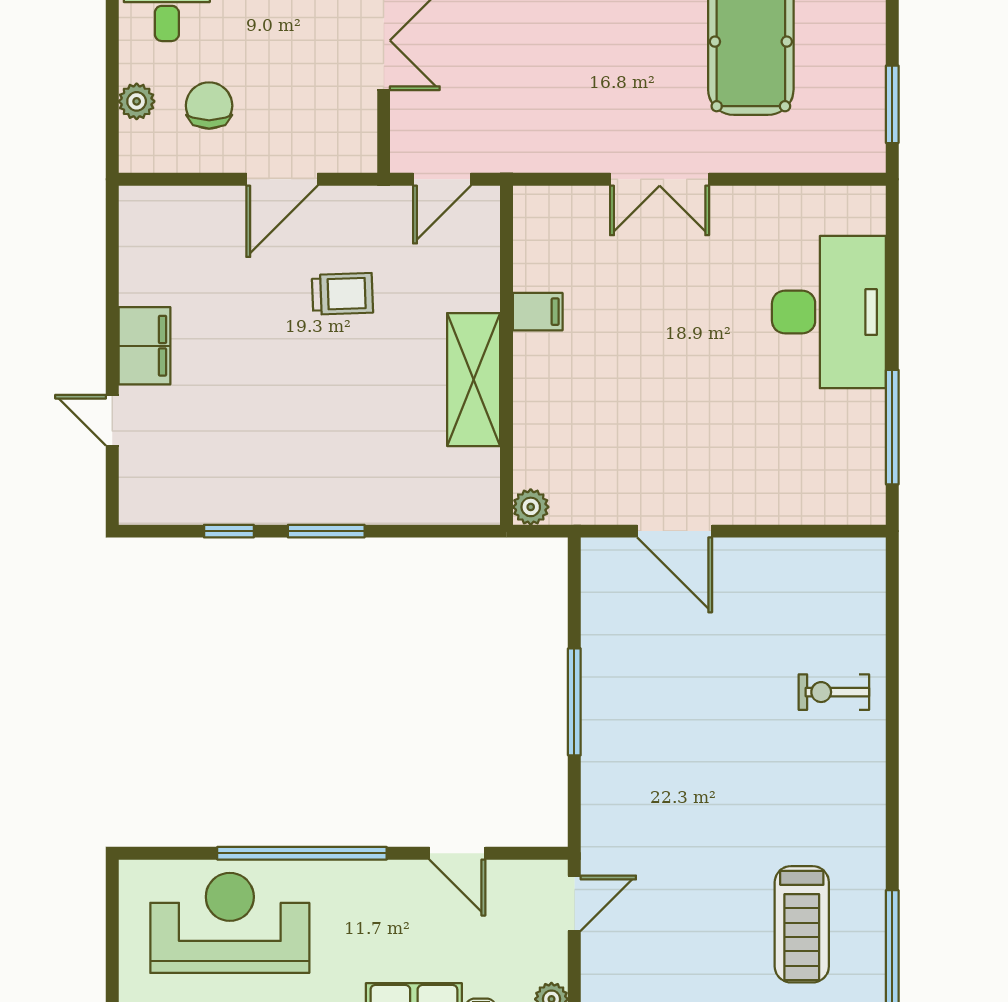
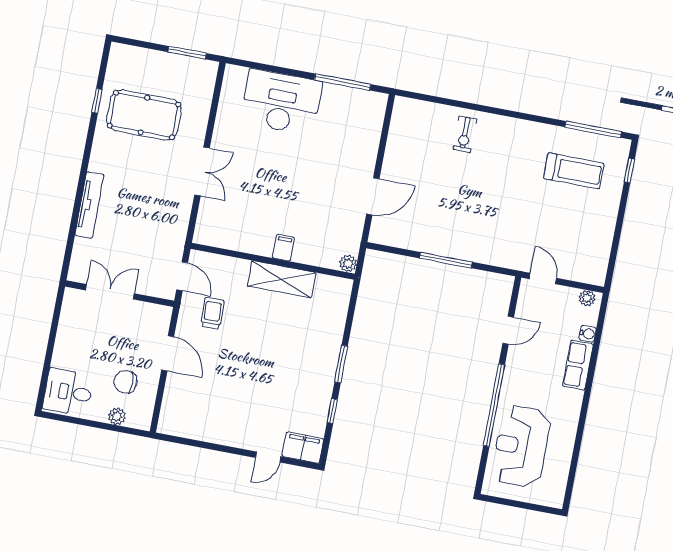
trolley: (342, 294) -> (212, 313), moved
filing cabinet: (538, 312) -> (283, 248), moved
filing cabinet: (144, 346) -> (303, 448), moved

